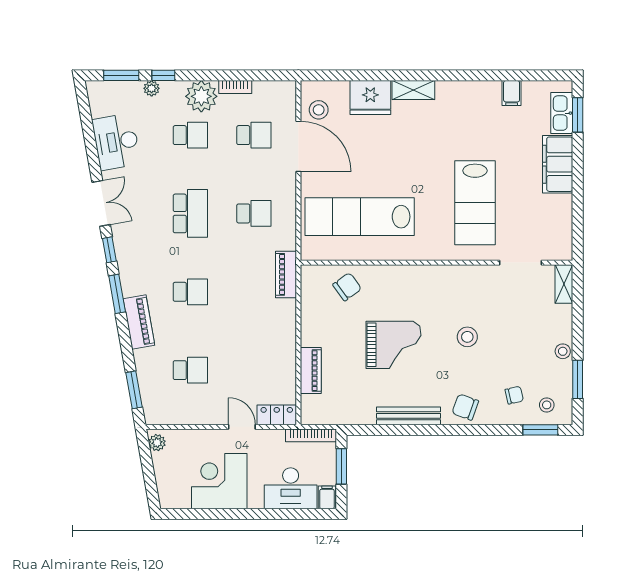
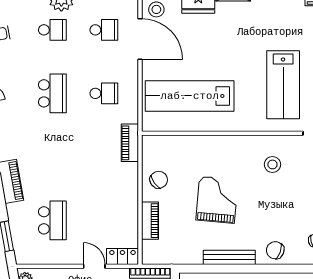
chair: (347, 287) -> (159, 180), moved
school desk: (190, 292) -> (52, 157), removed
stool: (467, 337) -> (272, 164), moved
grand piano: (393, 345) -> (217, 200), turned -85
school desk: (190, 370) -> (52, 220), width x1.85

